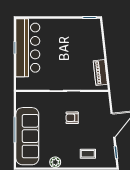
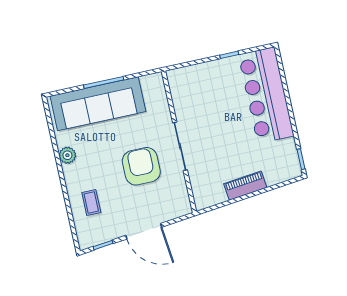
bar counter: (28, 48) -> (266, 95), moved, turned 90
piano: (100, 72) -> (245, 186), moved
armchair: (72, 118) -> (141, 166), width x1.88, depth x1.88

